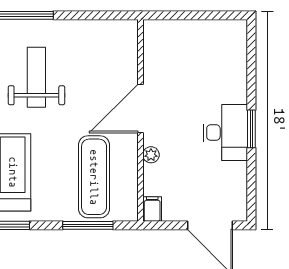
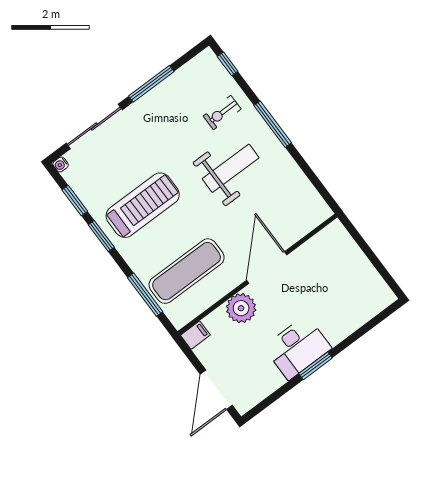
door: (140, 109) -> (267, 267), hinge flipped
plant: (151, 155) -> (241, 308), width x1.88, depth x1.88

